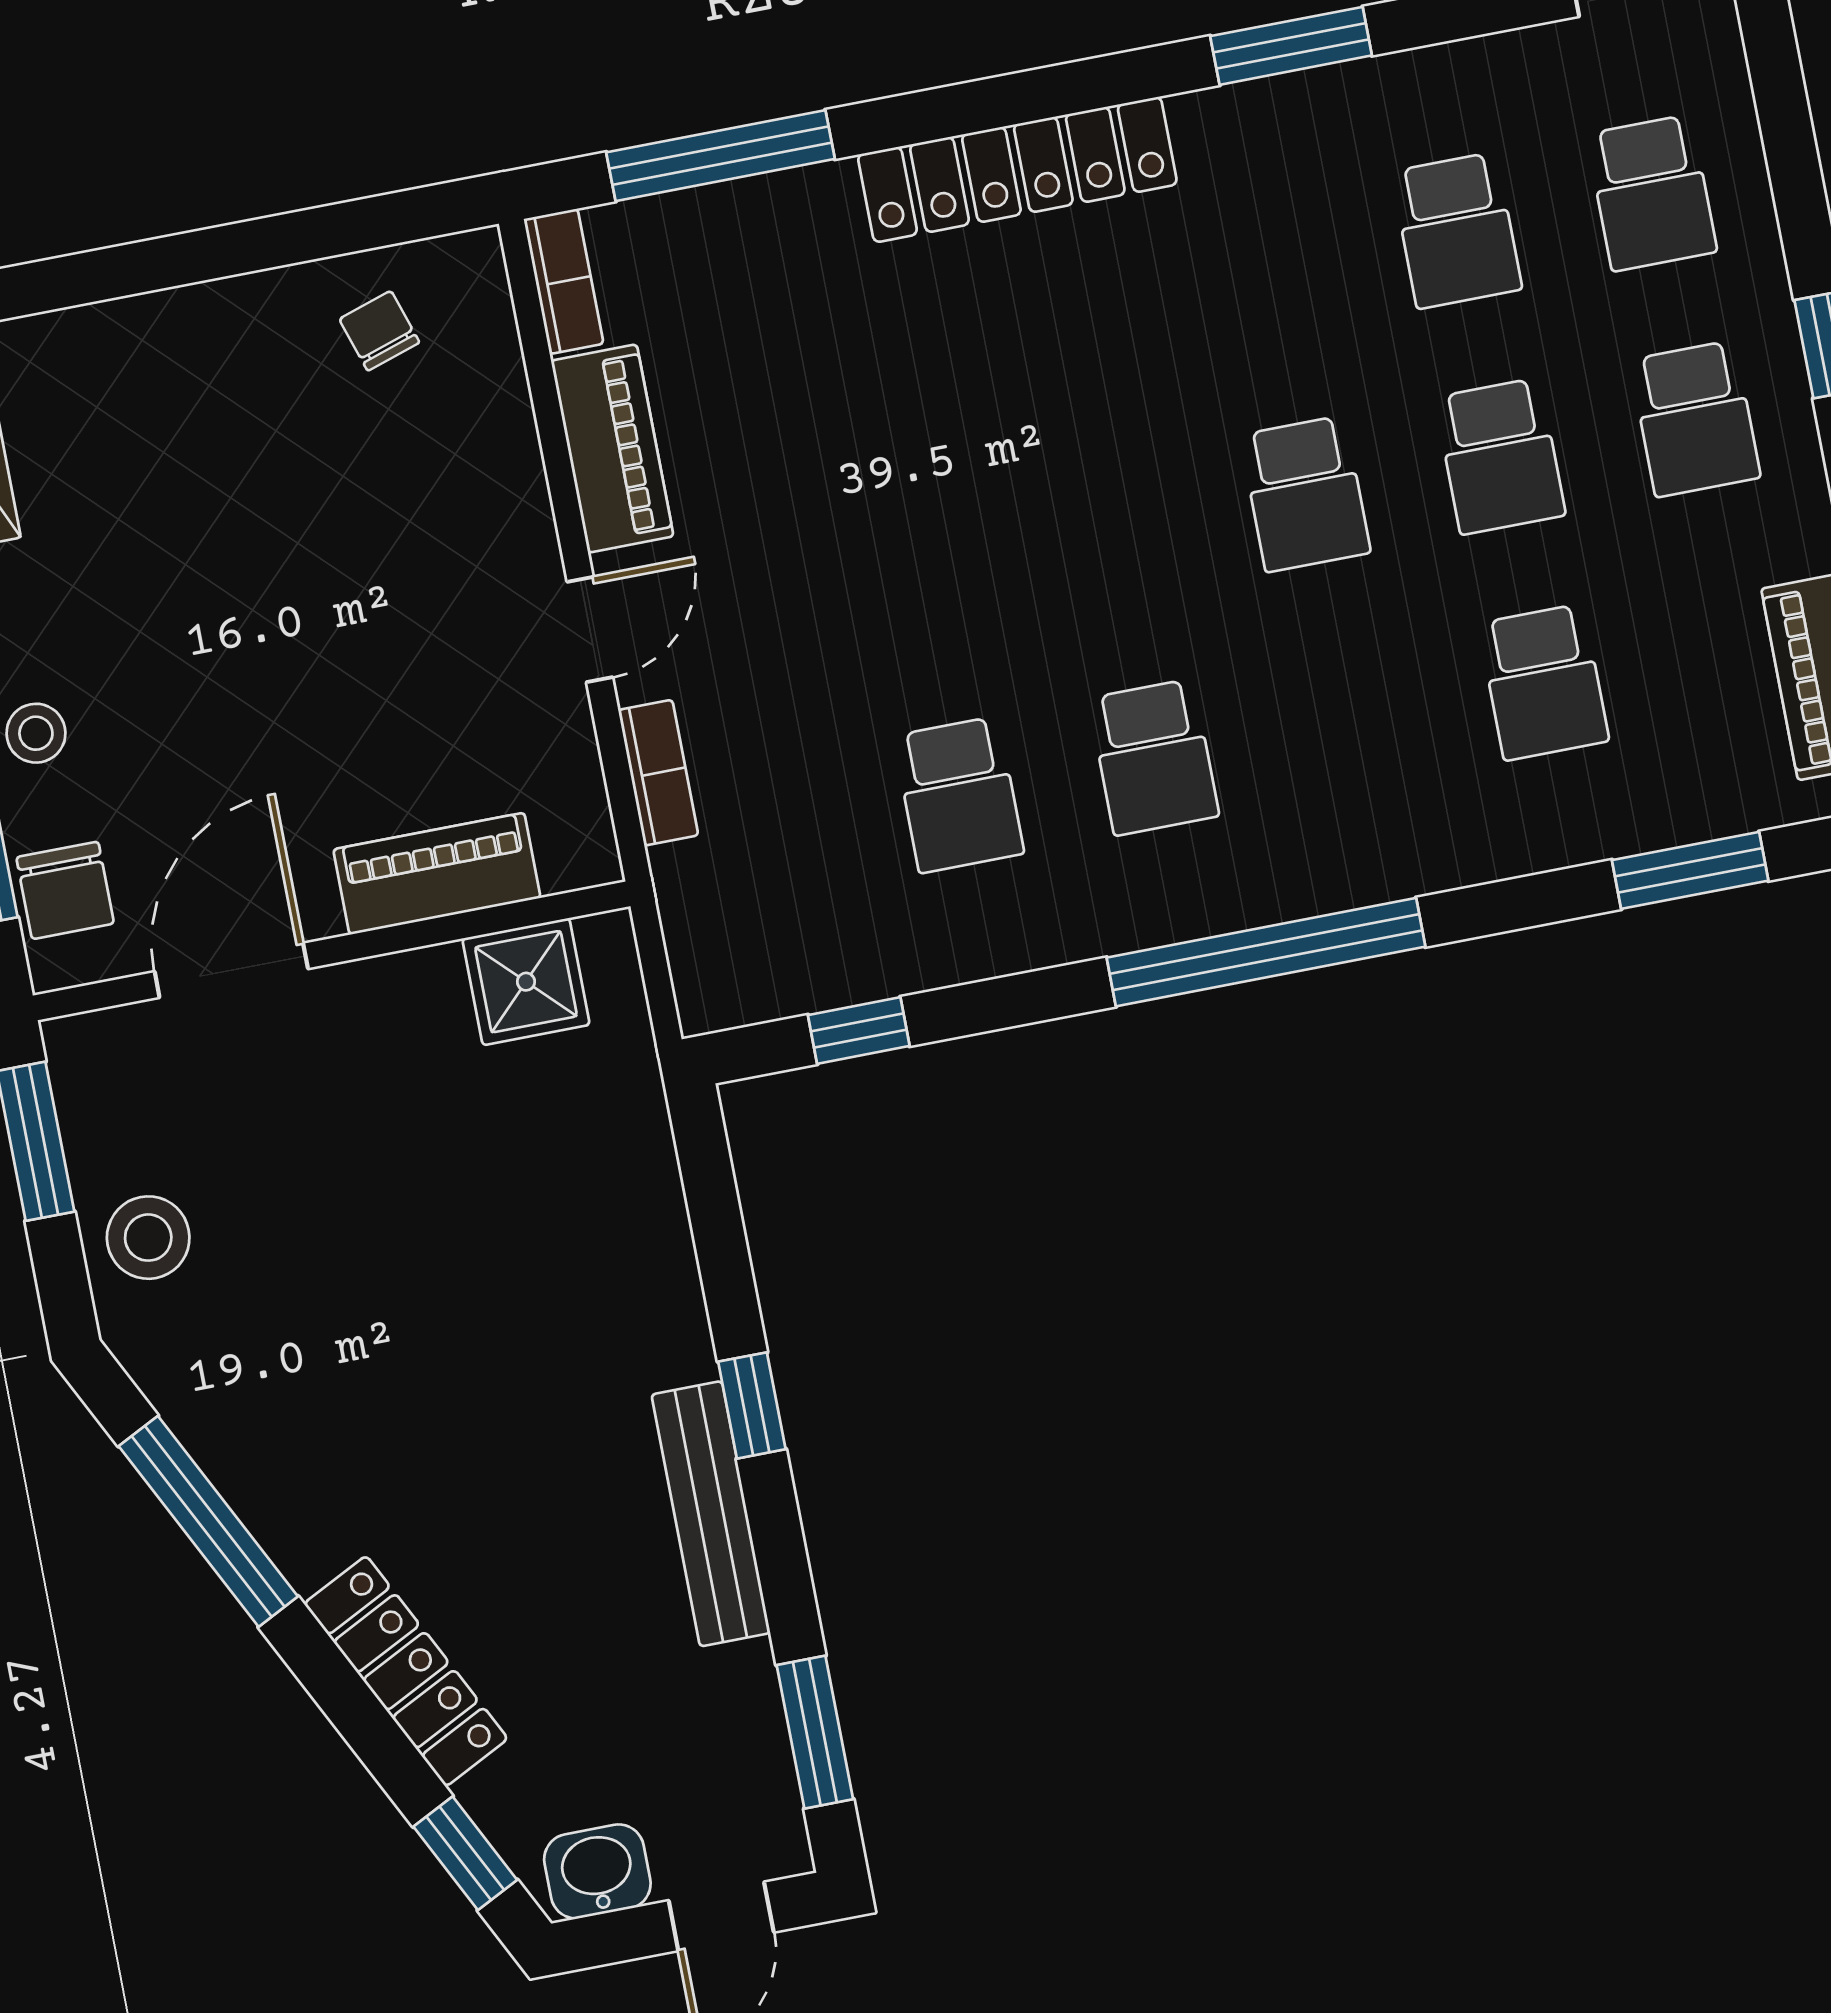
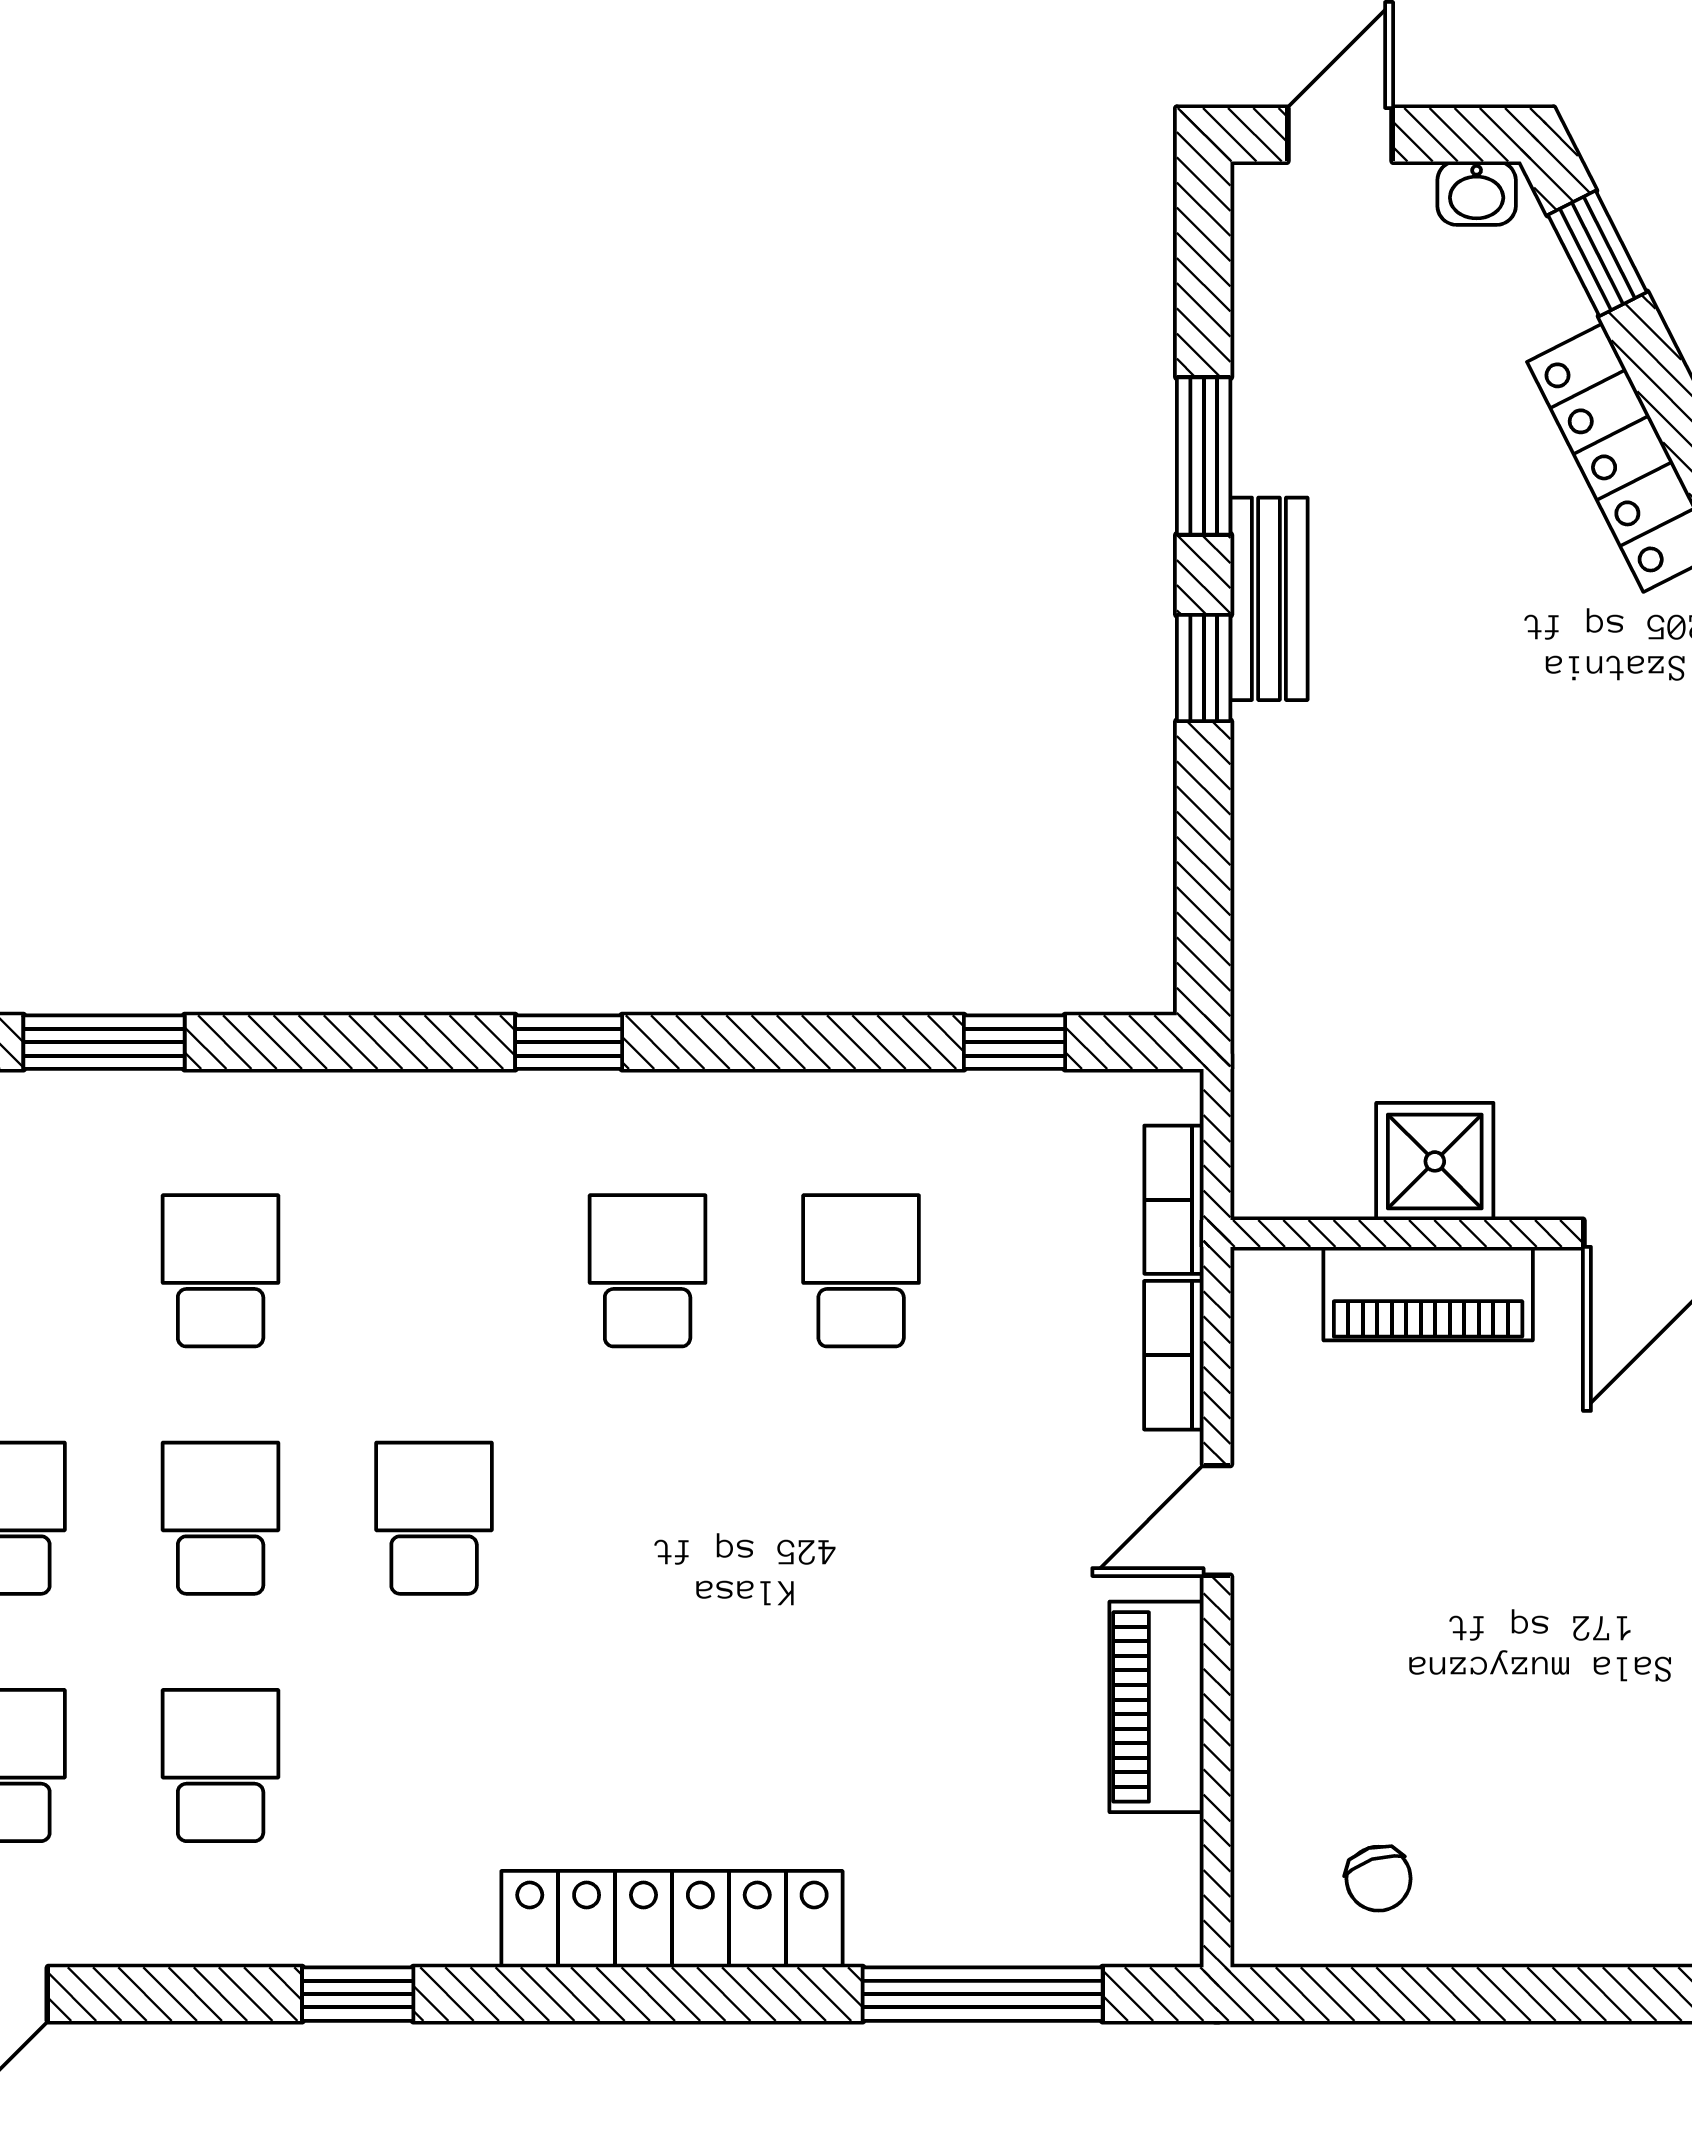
window: (1291, 46) -> (358, 1994), width x0.67
bookcase: (564, 281) -> (1174, 1200), moved
window: (1266, 952) -> (569, 1042), width x0.32
shower: (526, 982) -> (1435, 1161), moved
bench: (711, 1514) -> (1269, 599), width x0.73
window: (815, 1732) -> (1204, 456), moved
washbasin: (597, 1871) -> (1477, 193), width x0.72, depth x0.69

